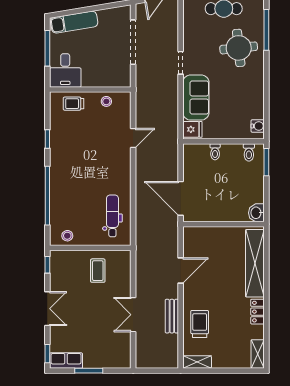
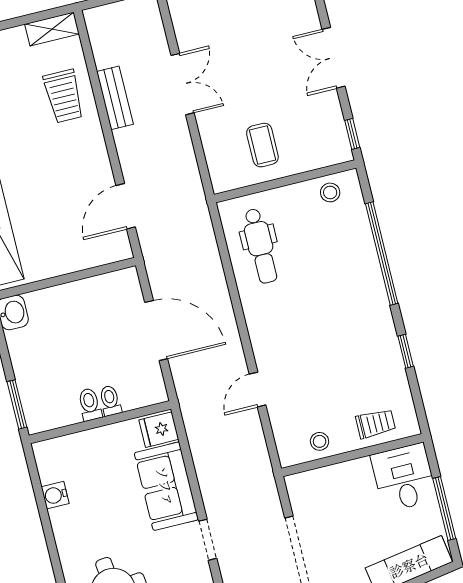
water cooler: (258, 126) -> (55, 495), moved
toilet: (249, 152) -> (90, 404), moved
door: (181, 198) -> (156, 330), moved
door: (181, 270) -> (126, 206), moved

